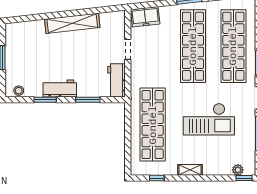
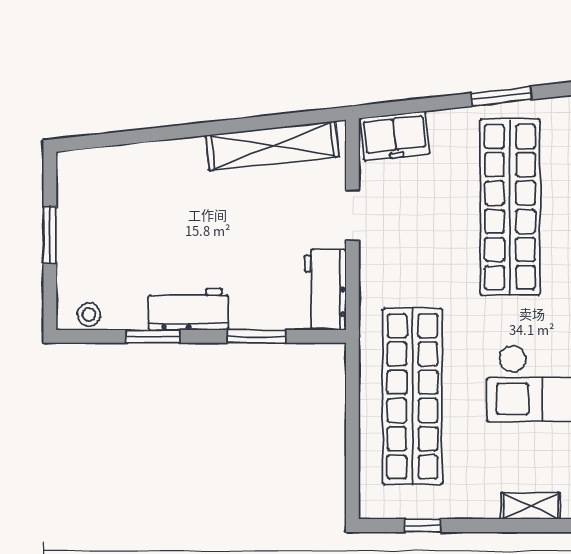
shelving: (72, 23) -> (272, 146), moved
shelving: (190, 170) -> (531, 506), moved

